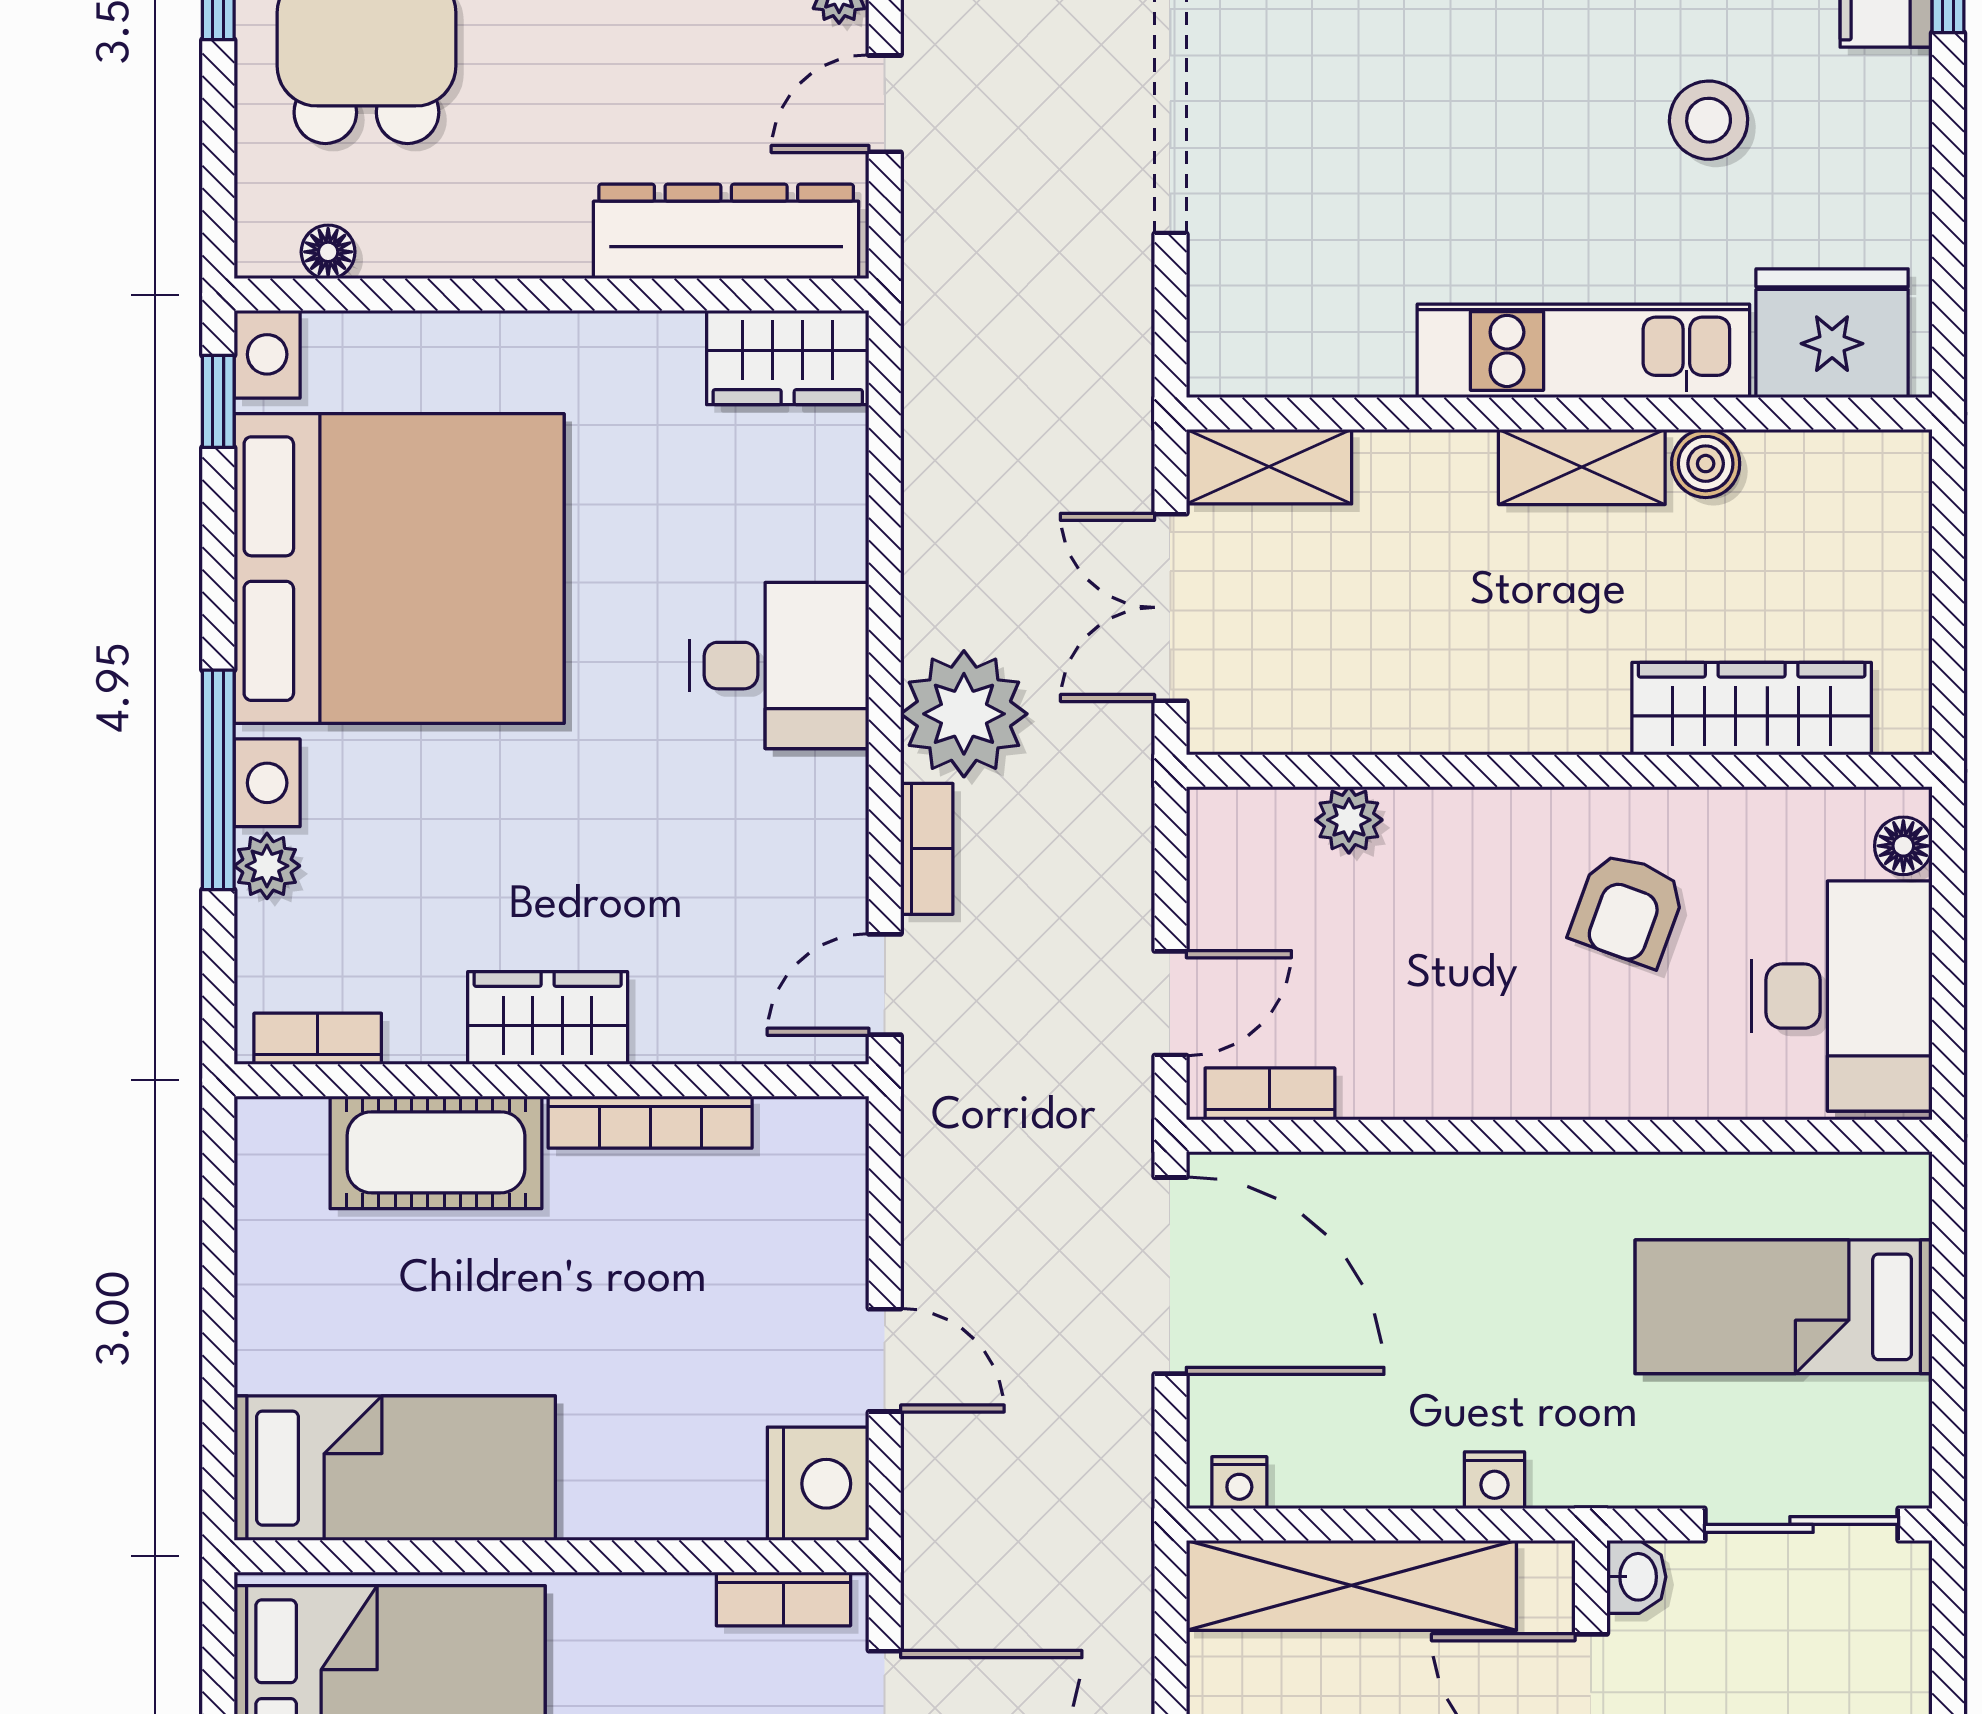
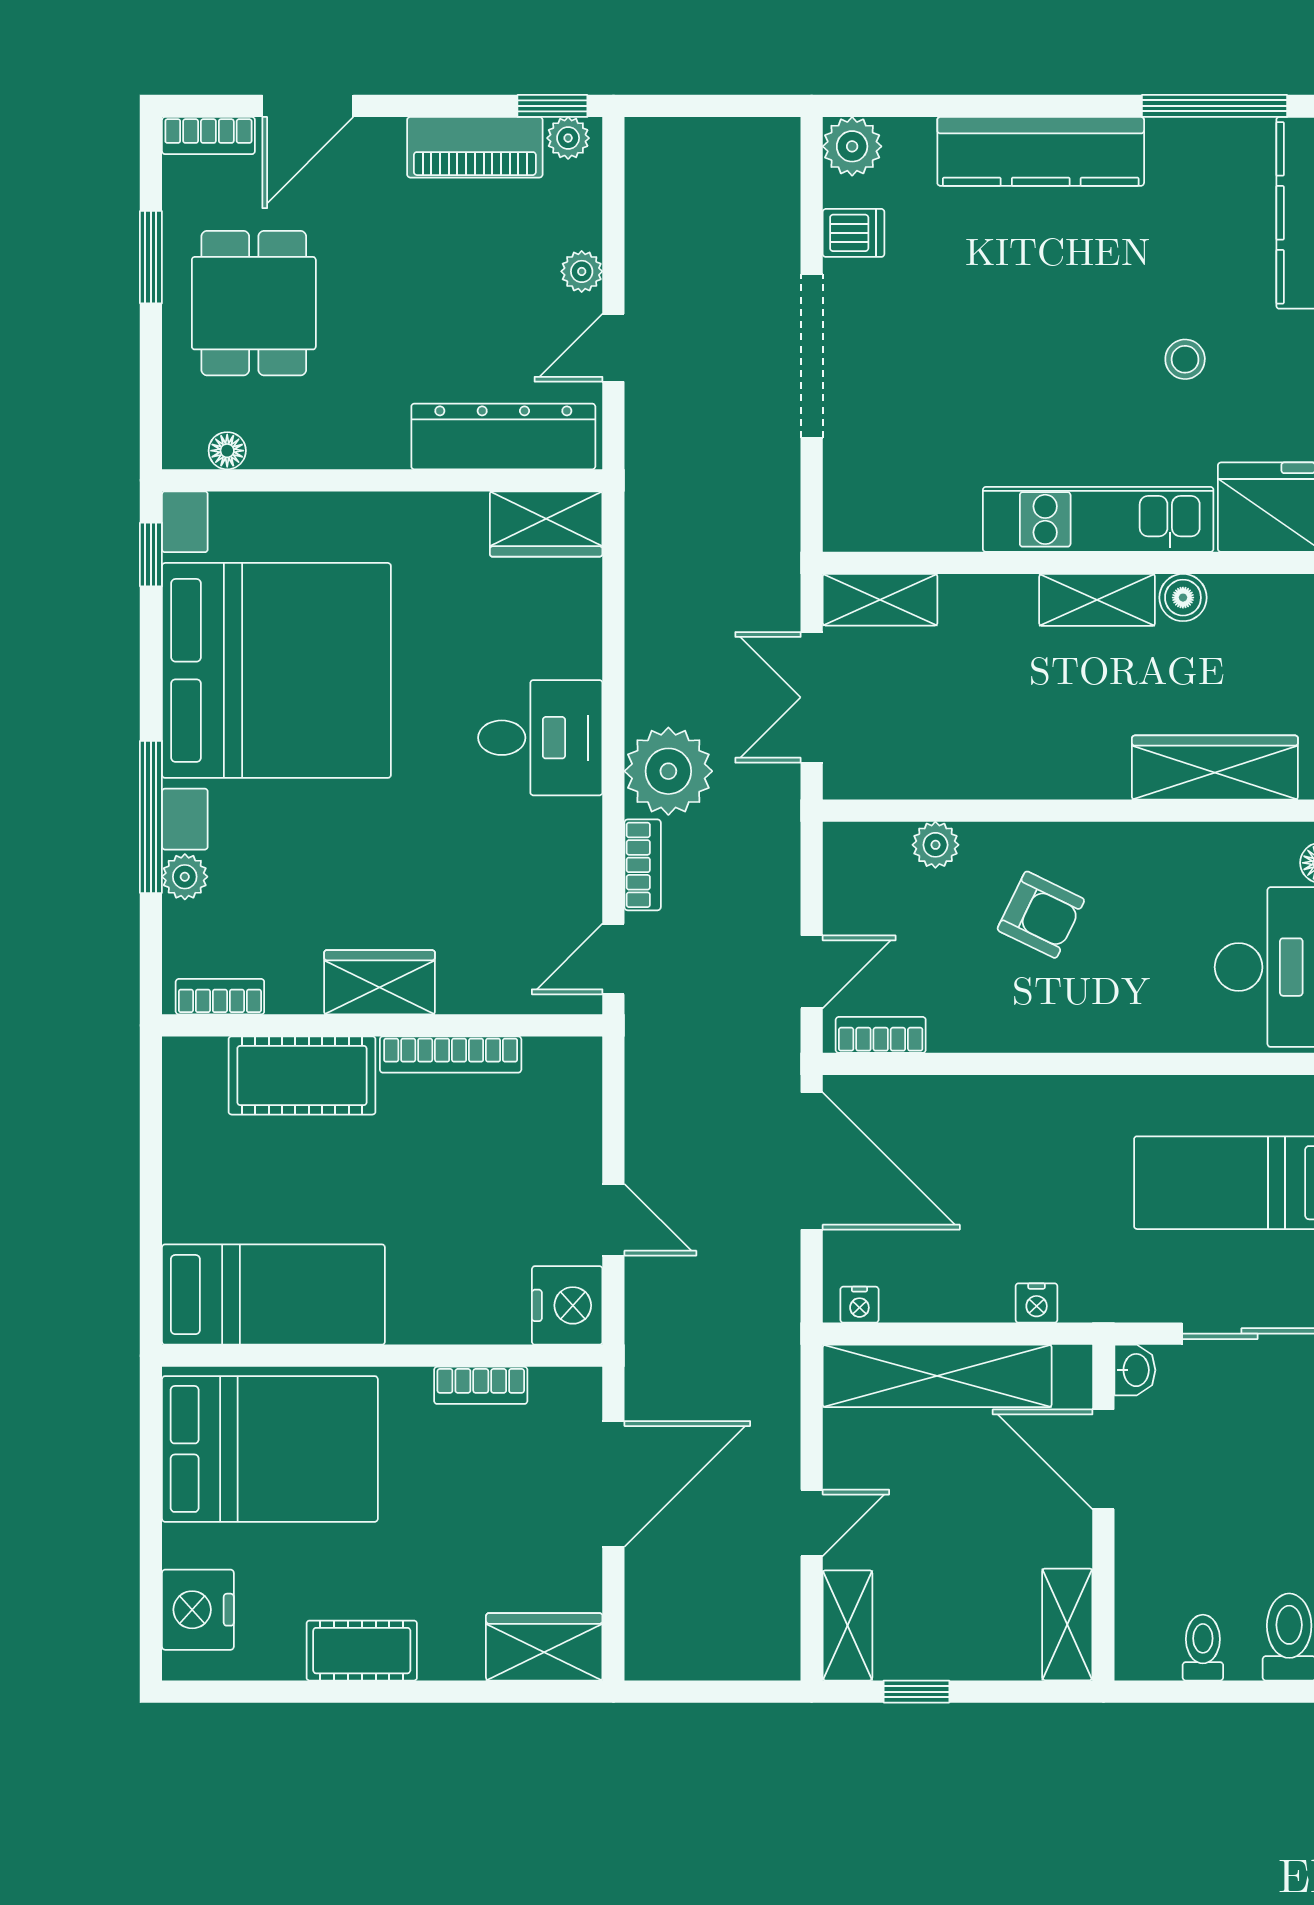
stool: (1709, 120) -> (1185, 359), width x0.73, depth x0.73
armchair: (1628, 909) -> (1041, 915), moved, turned -84
bookcase: (783, 1599) -> (481, 1385), moved

